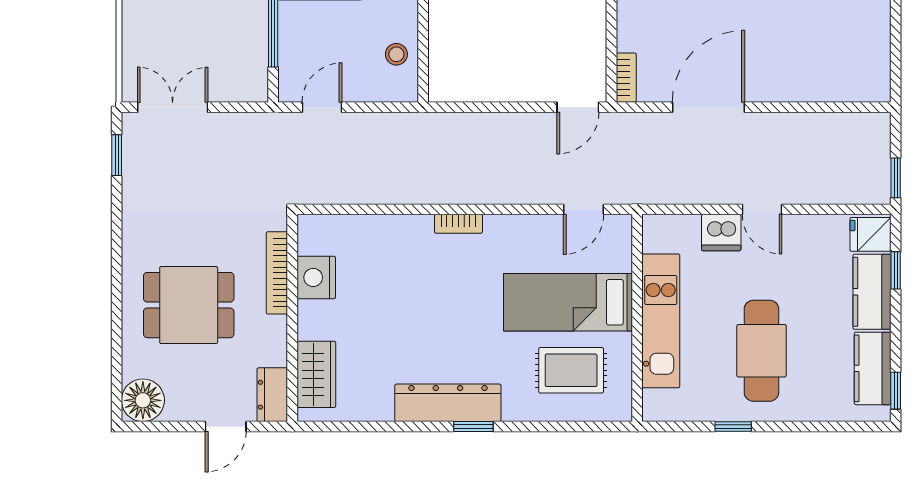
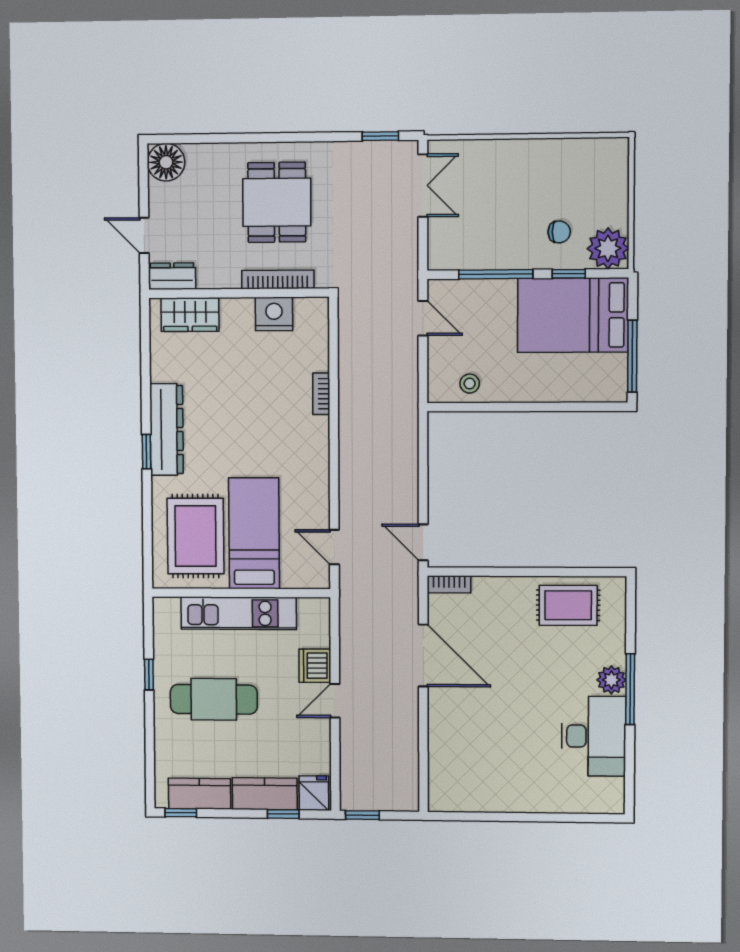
bookcase: (458, 224) -> (321, 394), moved
dining table: (189, 305) -> (277, 202), moved
rug: (571, 370) -> (196, 536), width x1.36, depth x1.43

